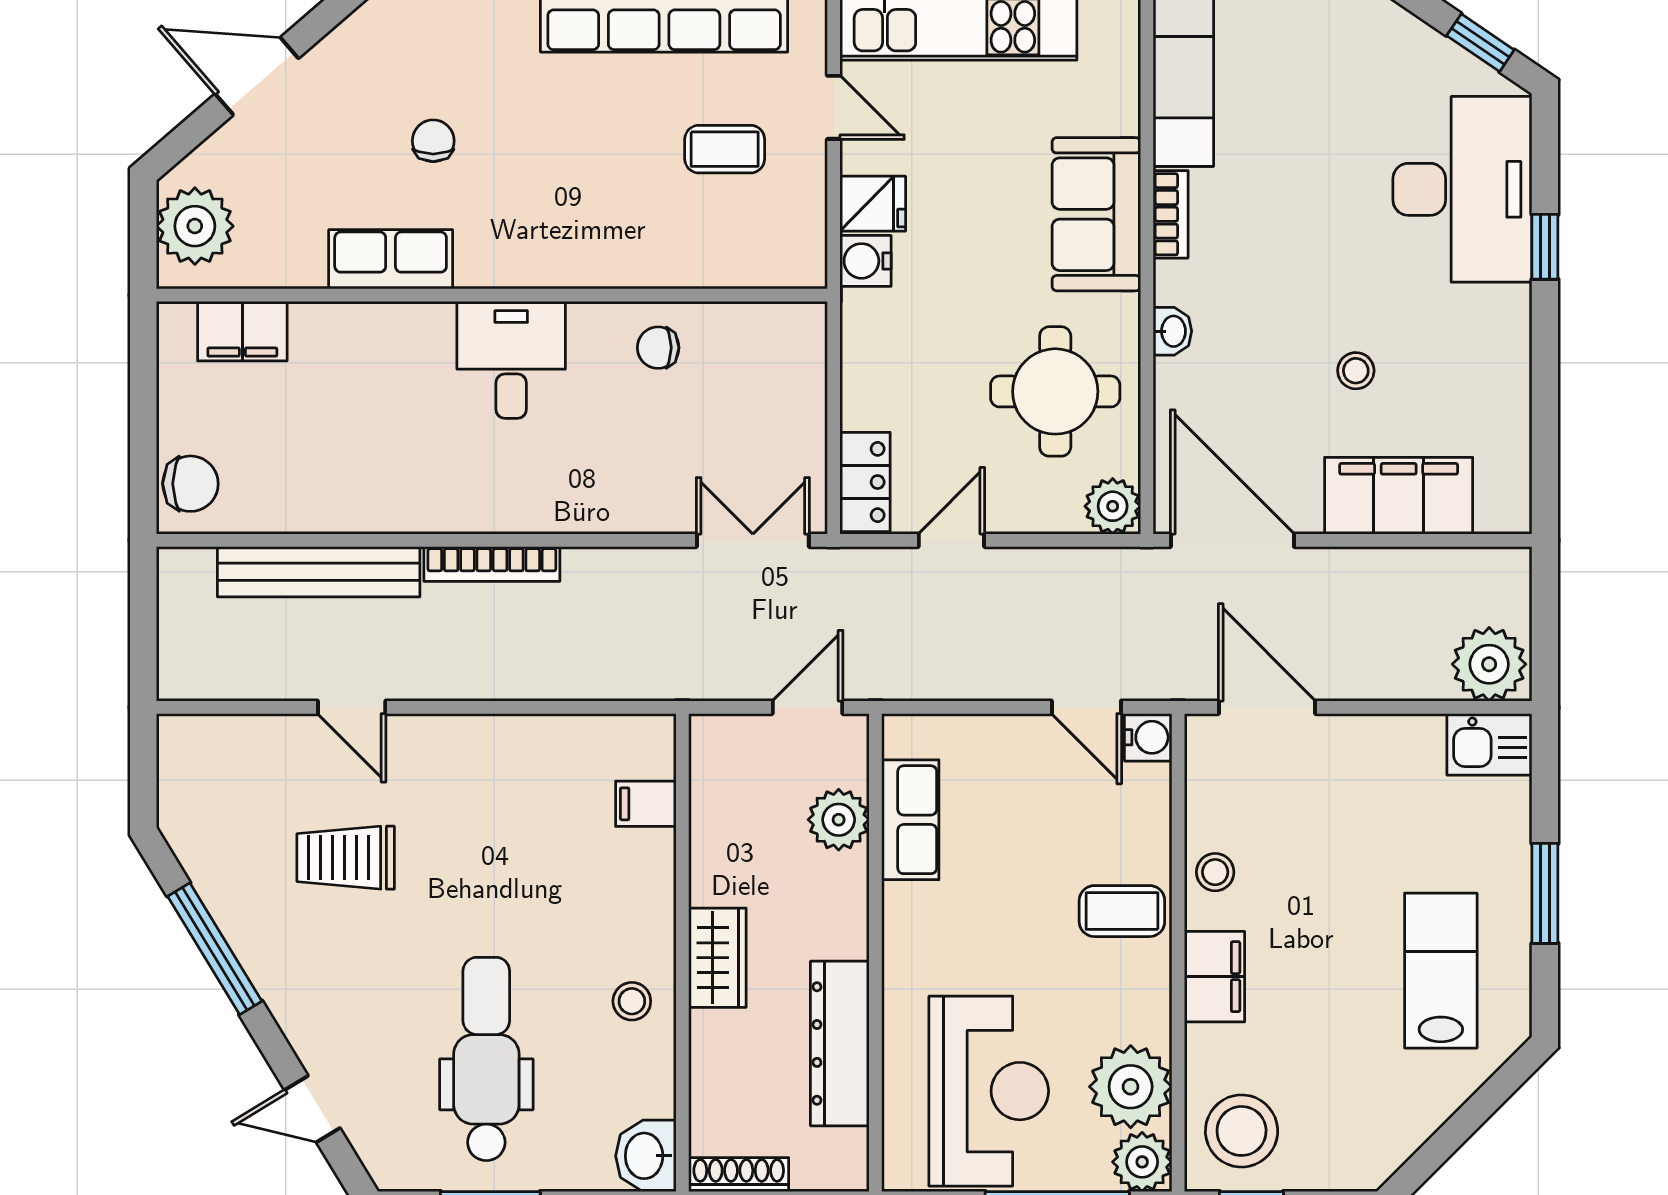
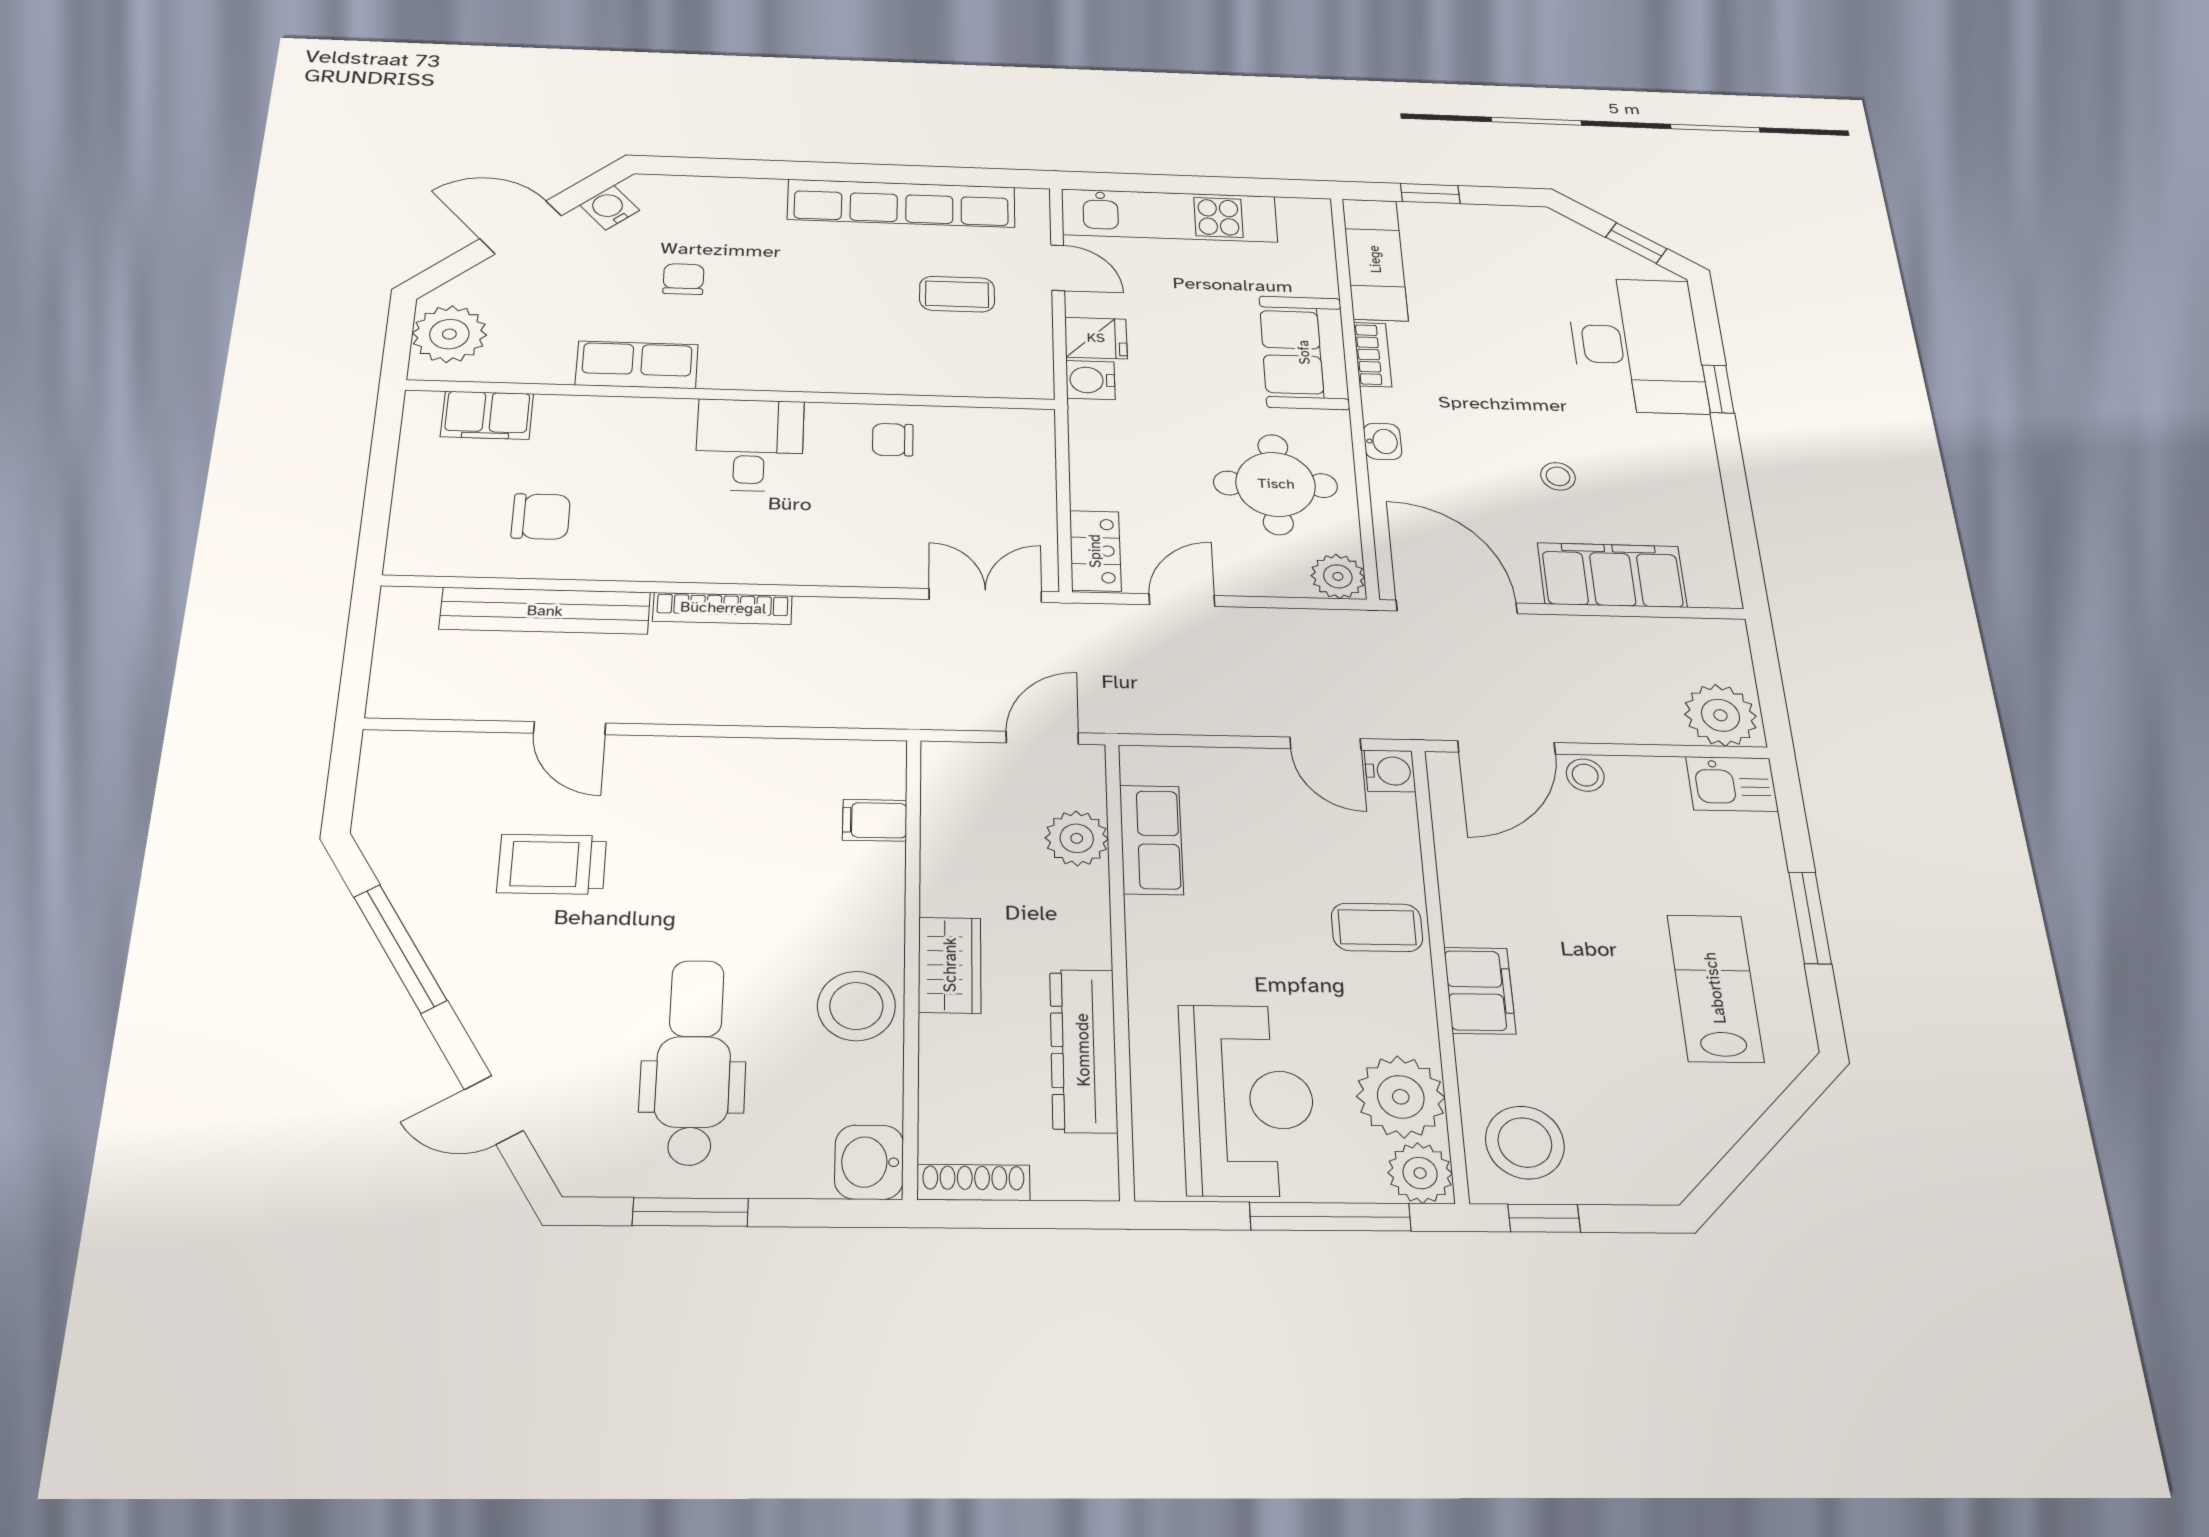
water cooler: (349, 44) -> (610, 208), added
chair: (190, 484) -> (541, 516), moved
door: (1267, 707) -> (1506, 747), swing flipped
stool: (1215, 872) -> (1585, 775), moved
stool: (632, 1001) -> (856, 1006), width x1.89, depth x1.89

